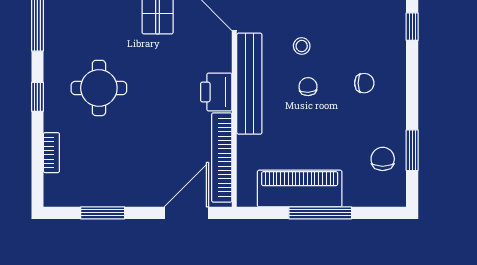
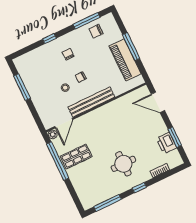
window: (412, 27) -> (49, 39), moved
printer: (216, 92) -> (166, 143), moved, turned 90
window: (412, 150) -> (86, 21), width x1.44
bookcase: (222, 158) -> (128, 99), removed

